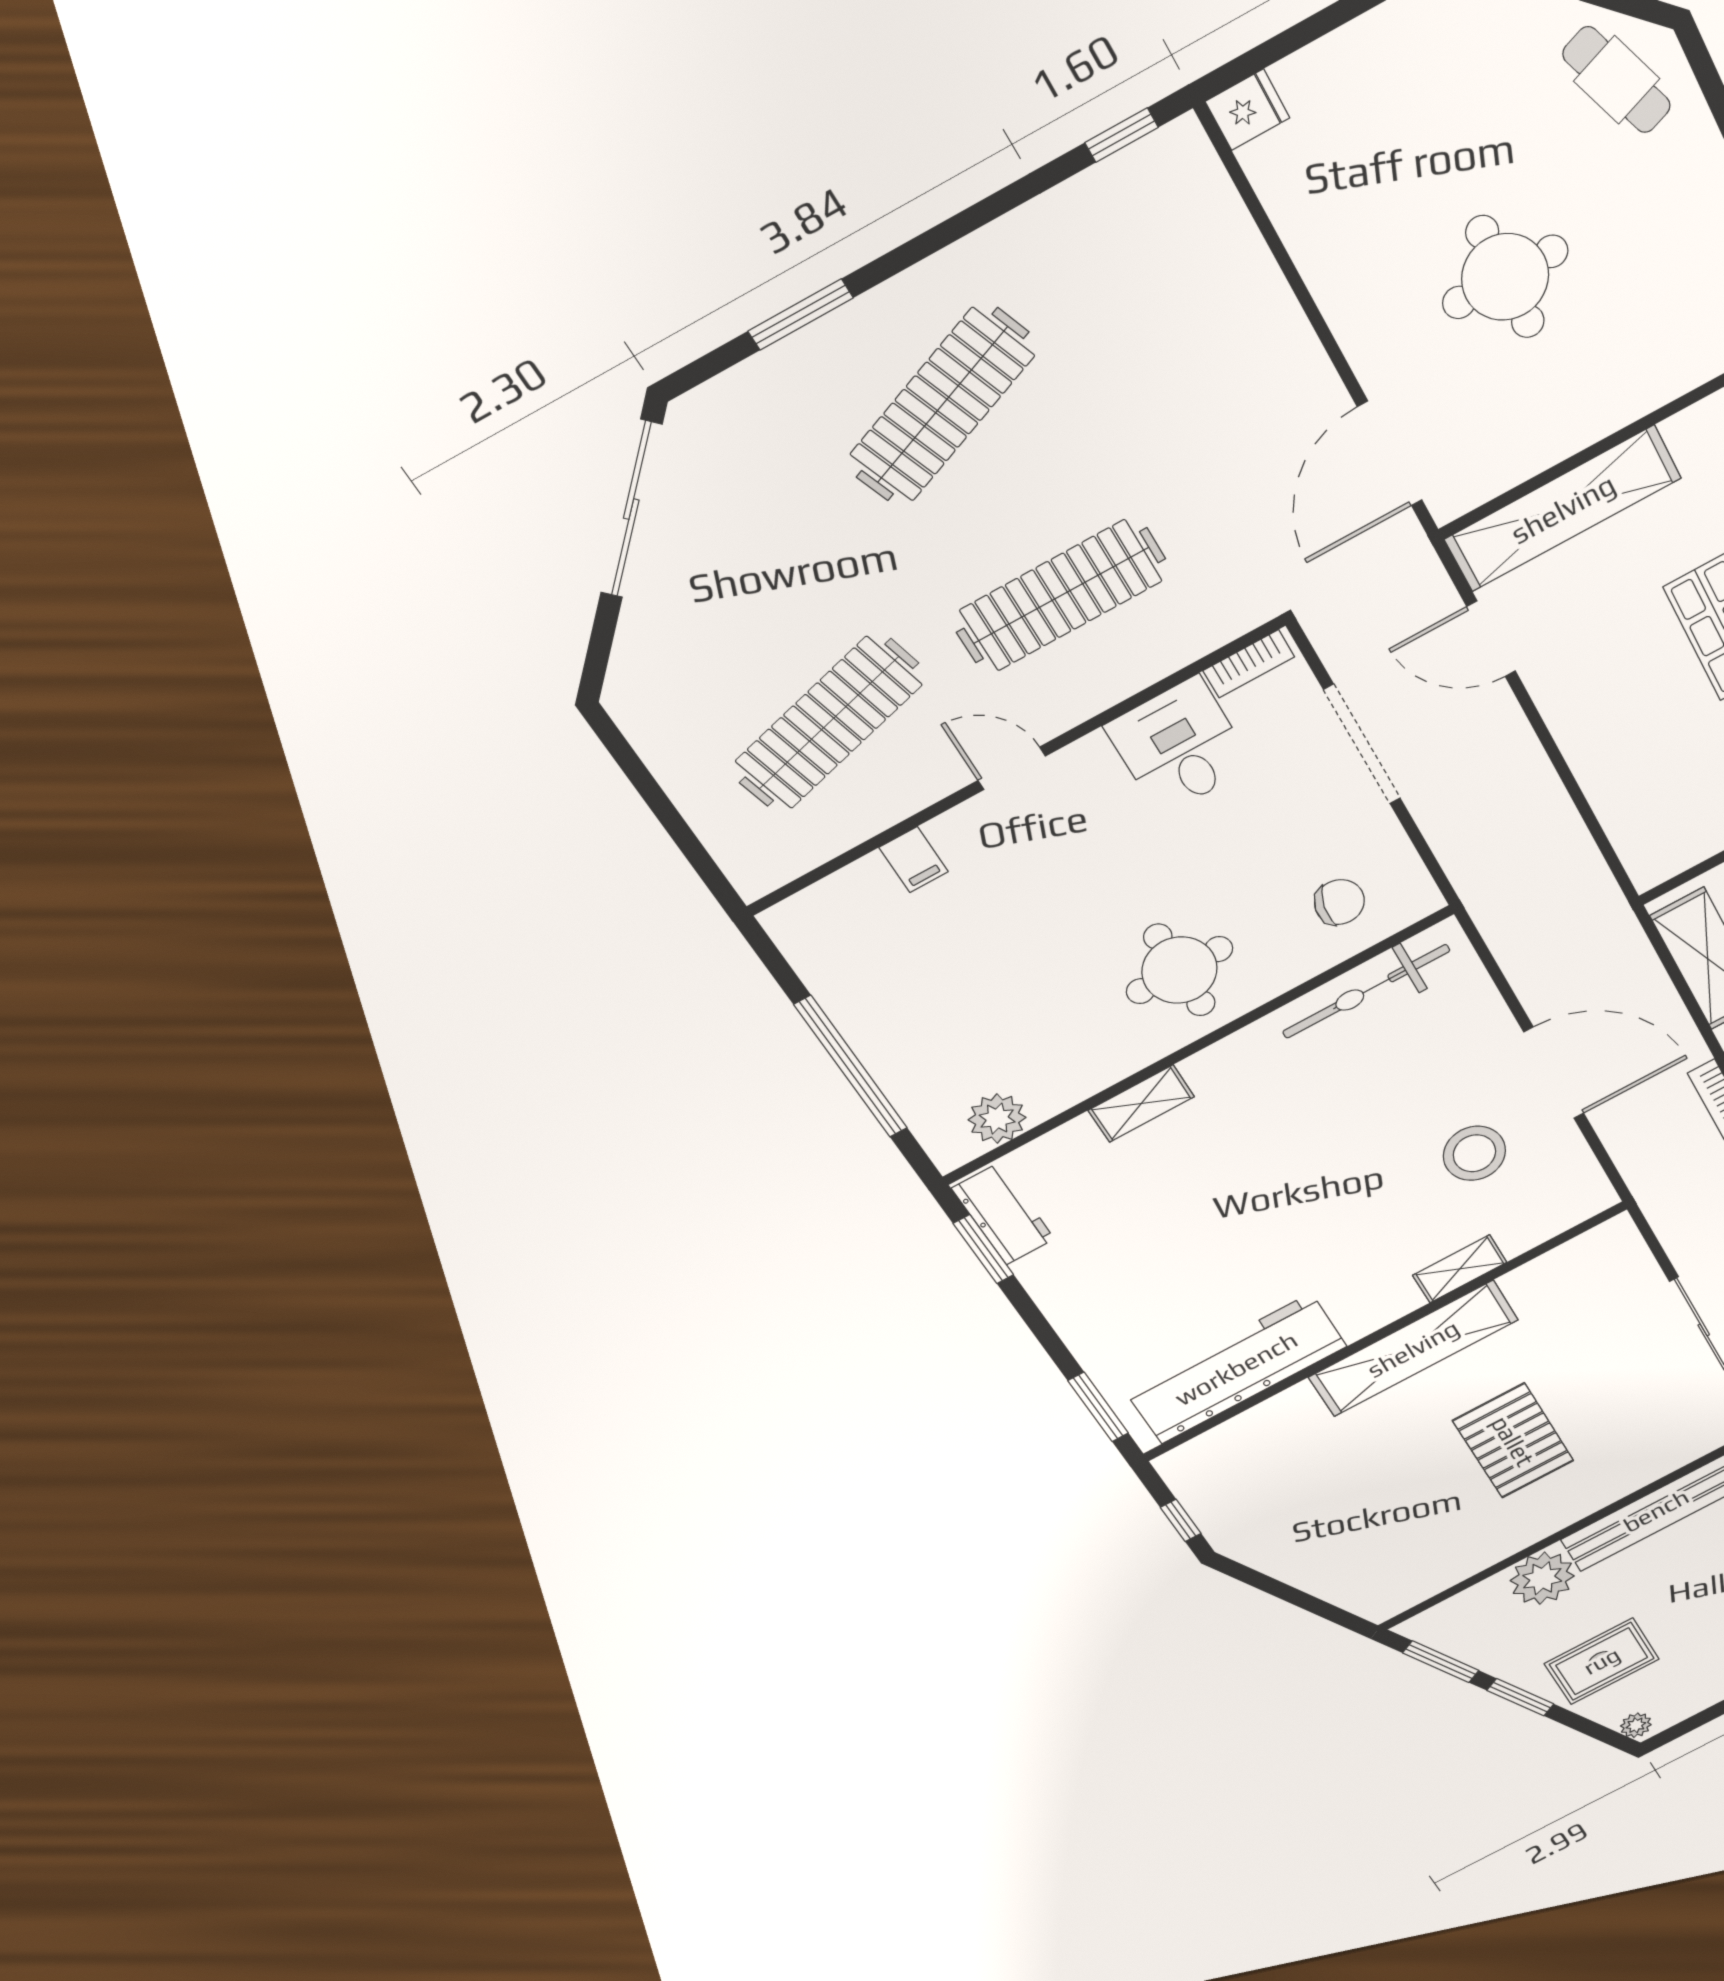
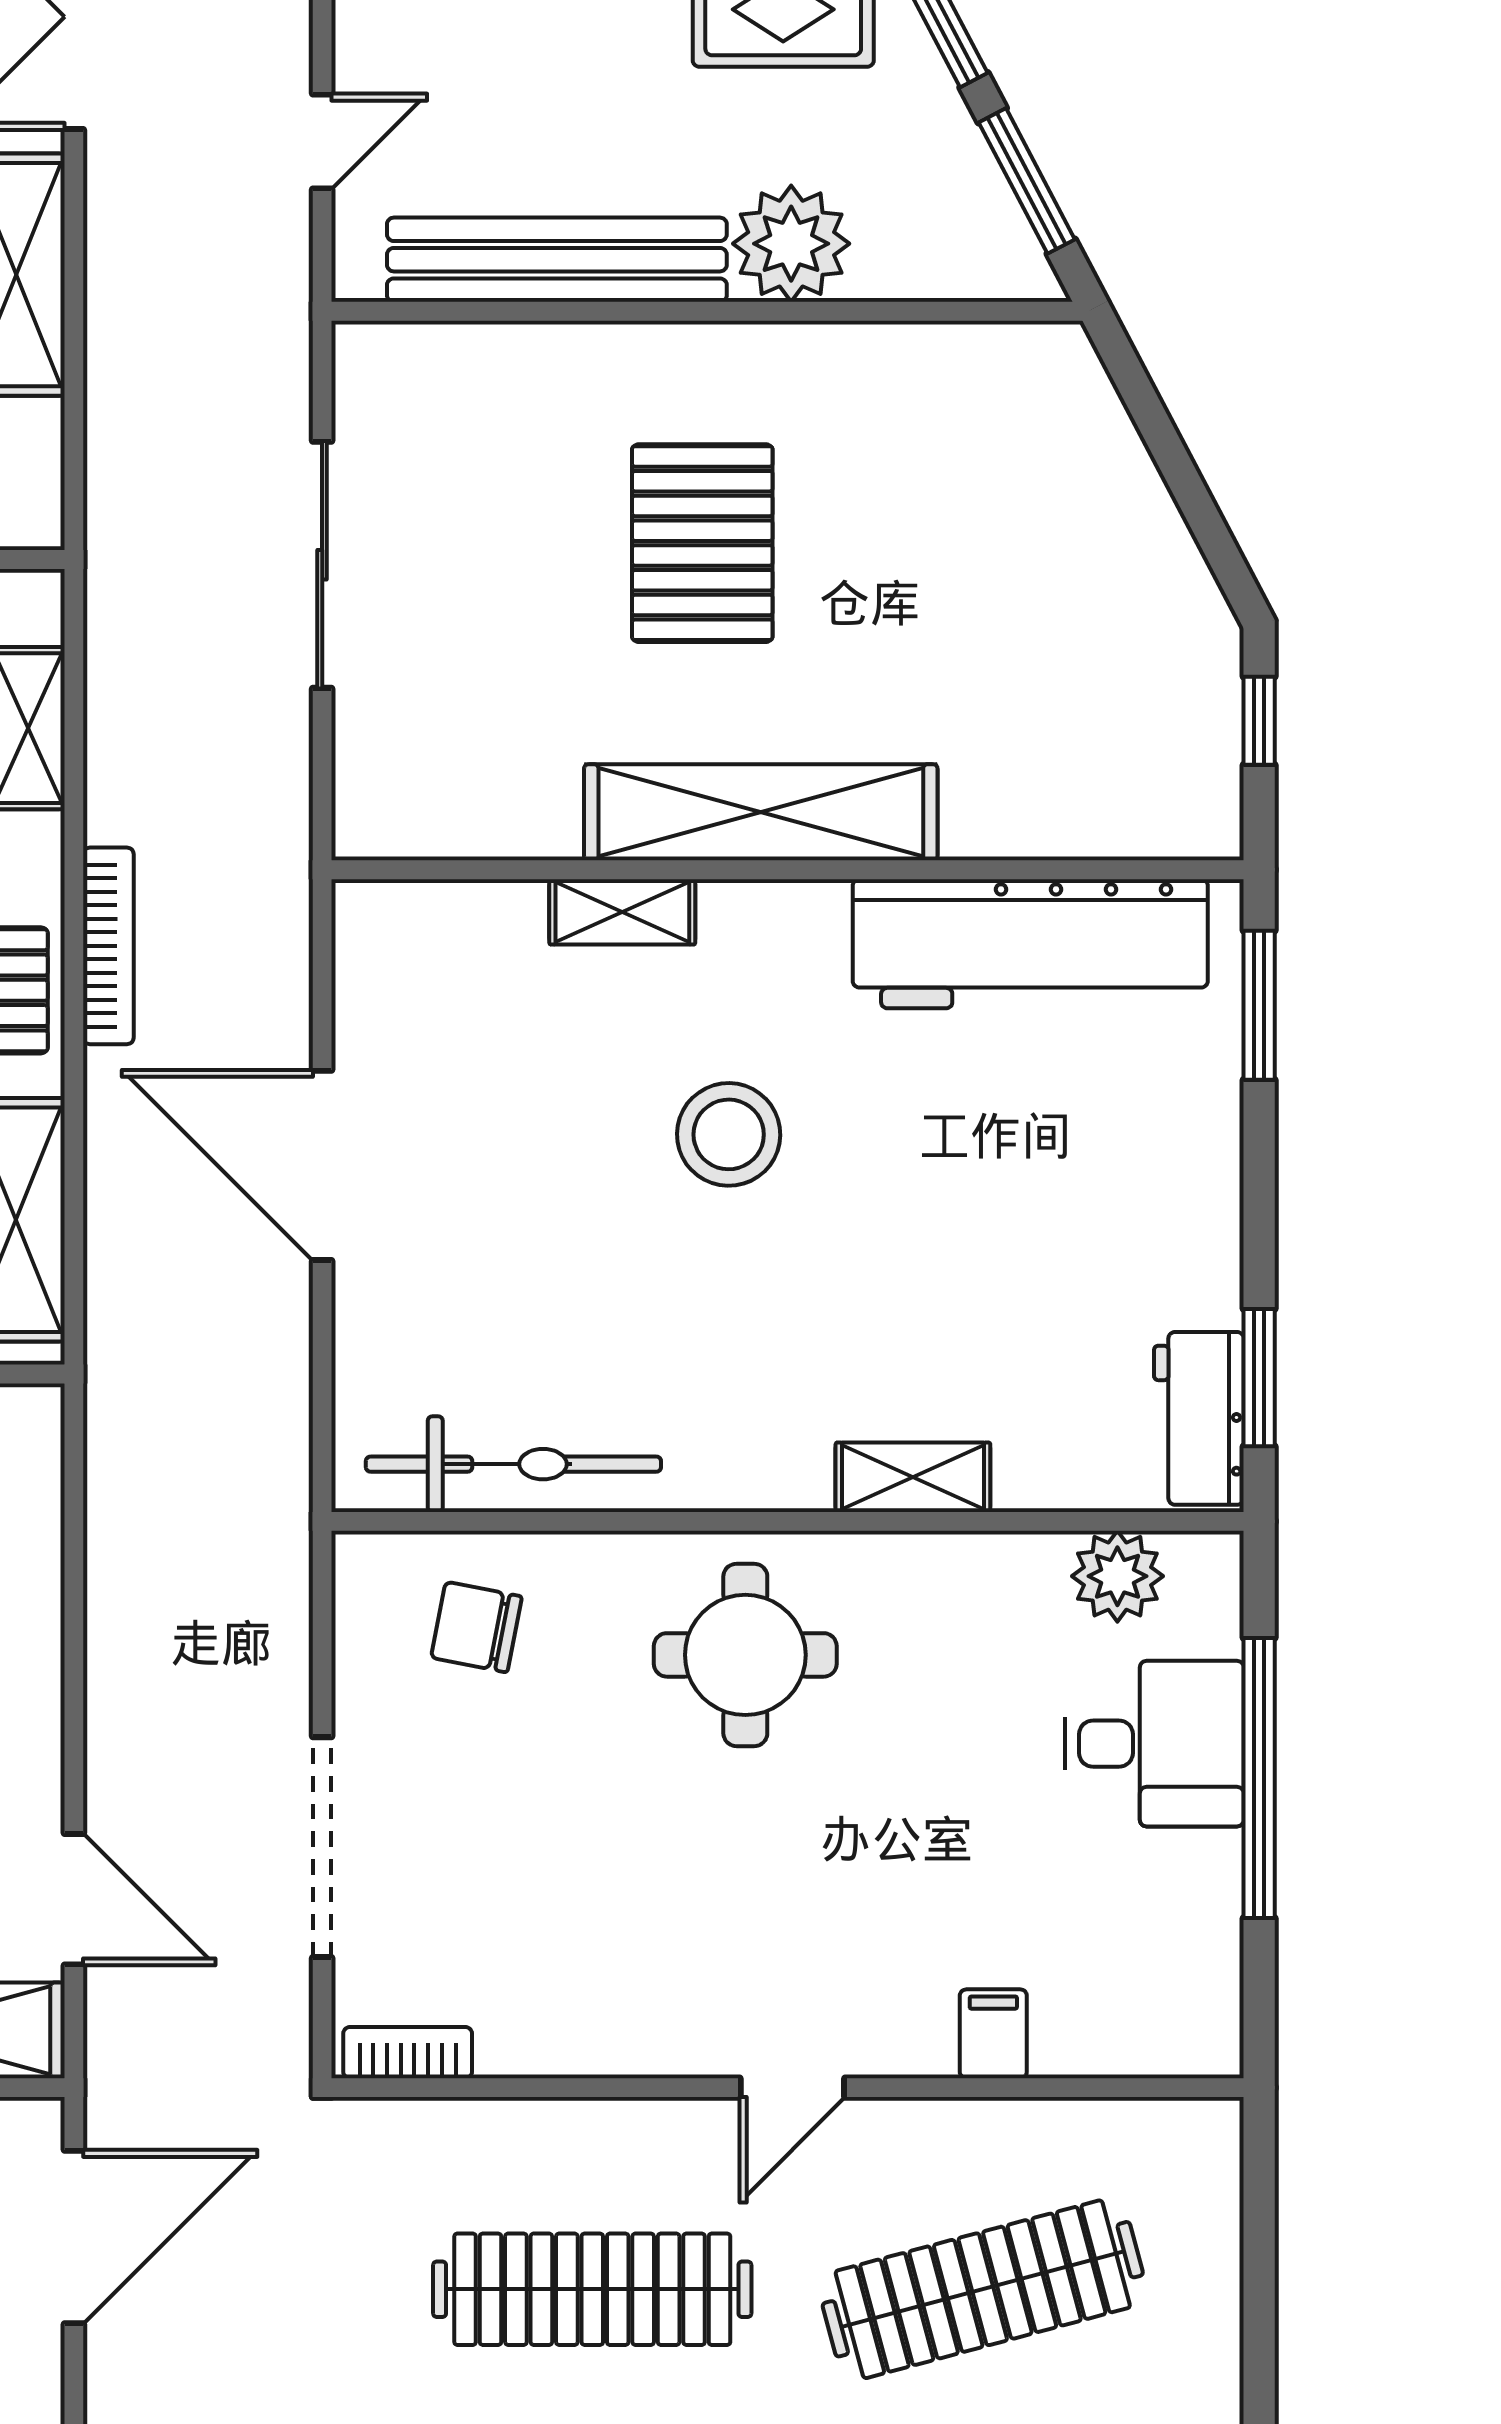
desk: (1179, 746) -> (1154, 1744), moved, turned -90
door: (1012, 768) -> (792, 2088), hinge flipped
stool: (1474, 1153) -> (729, 1134), moved

